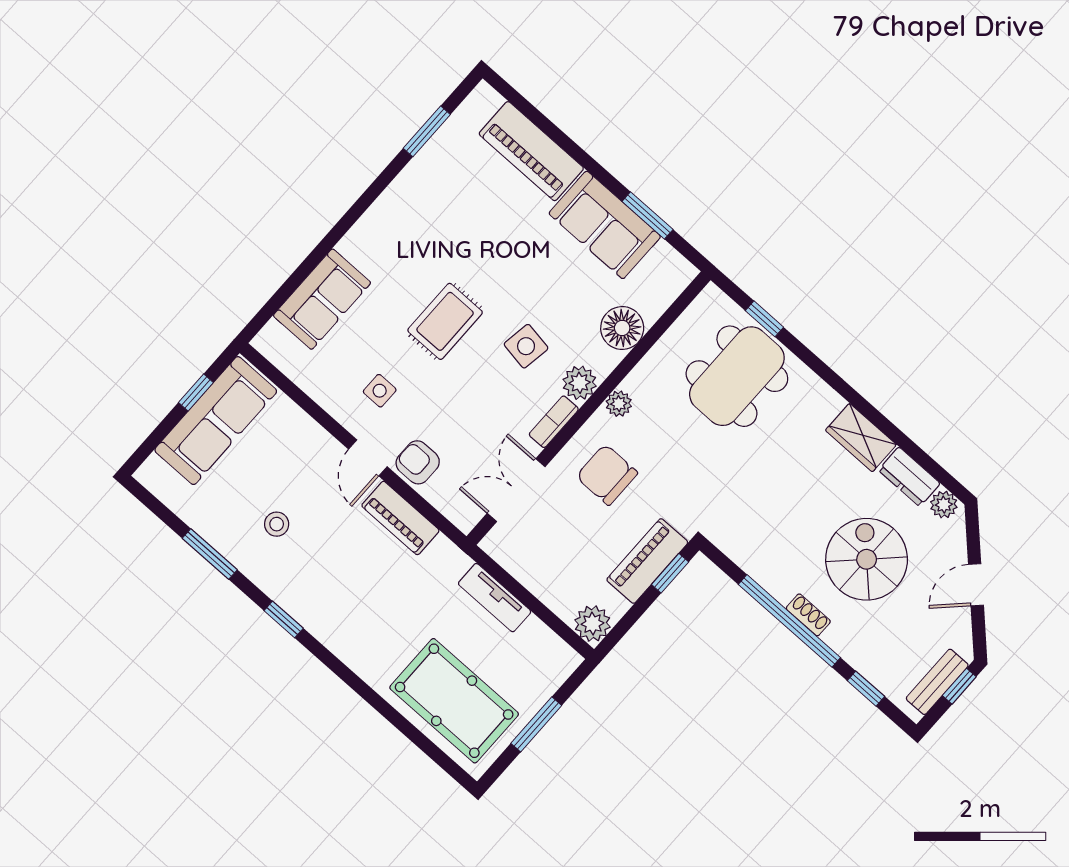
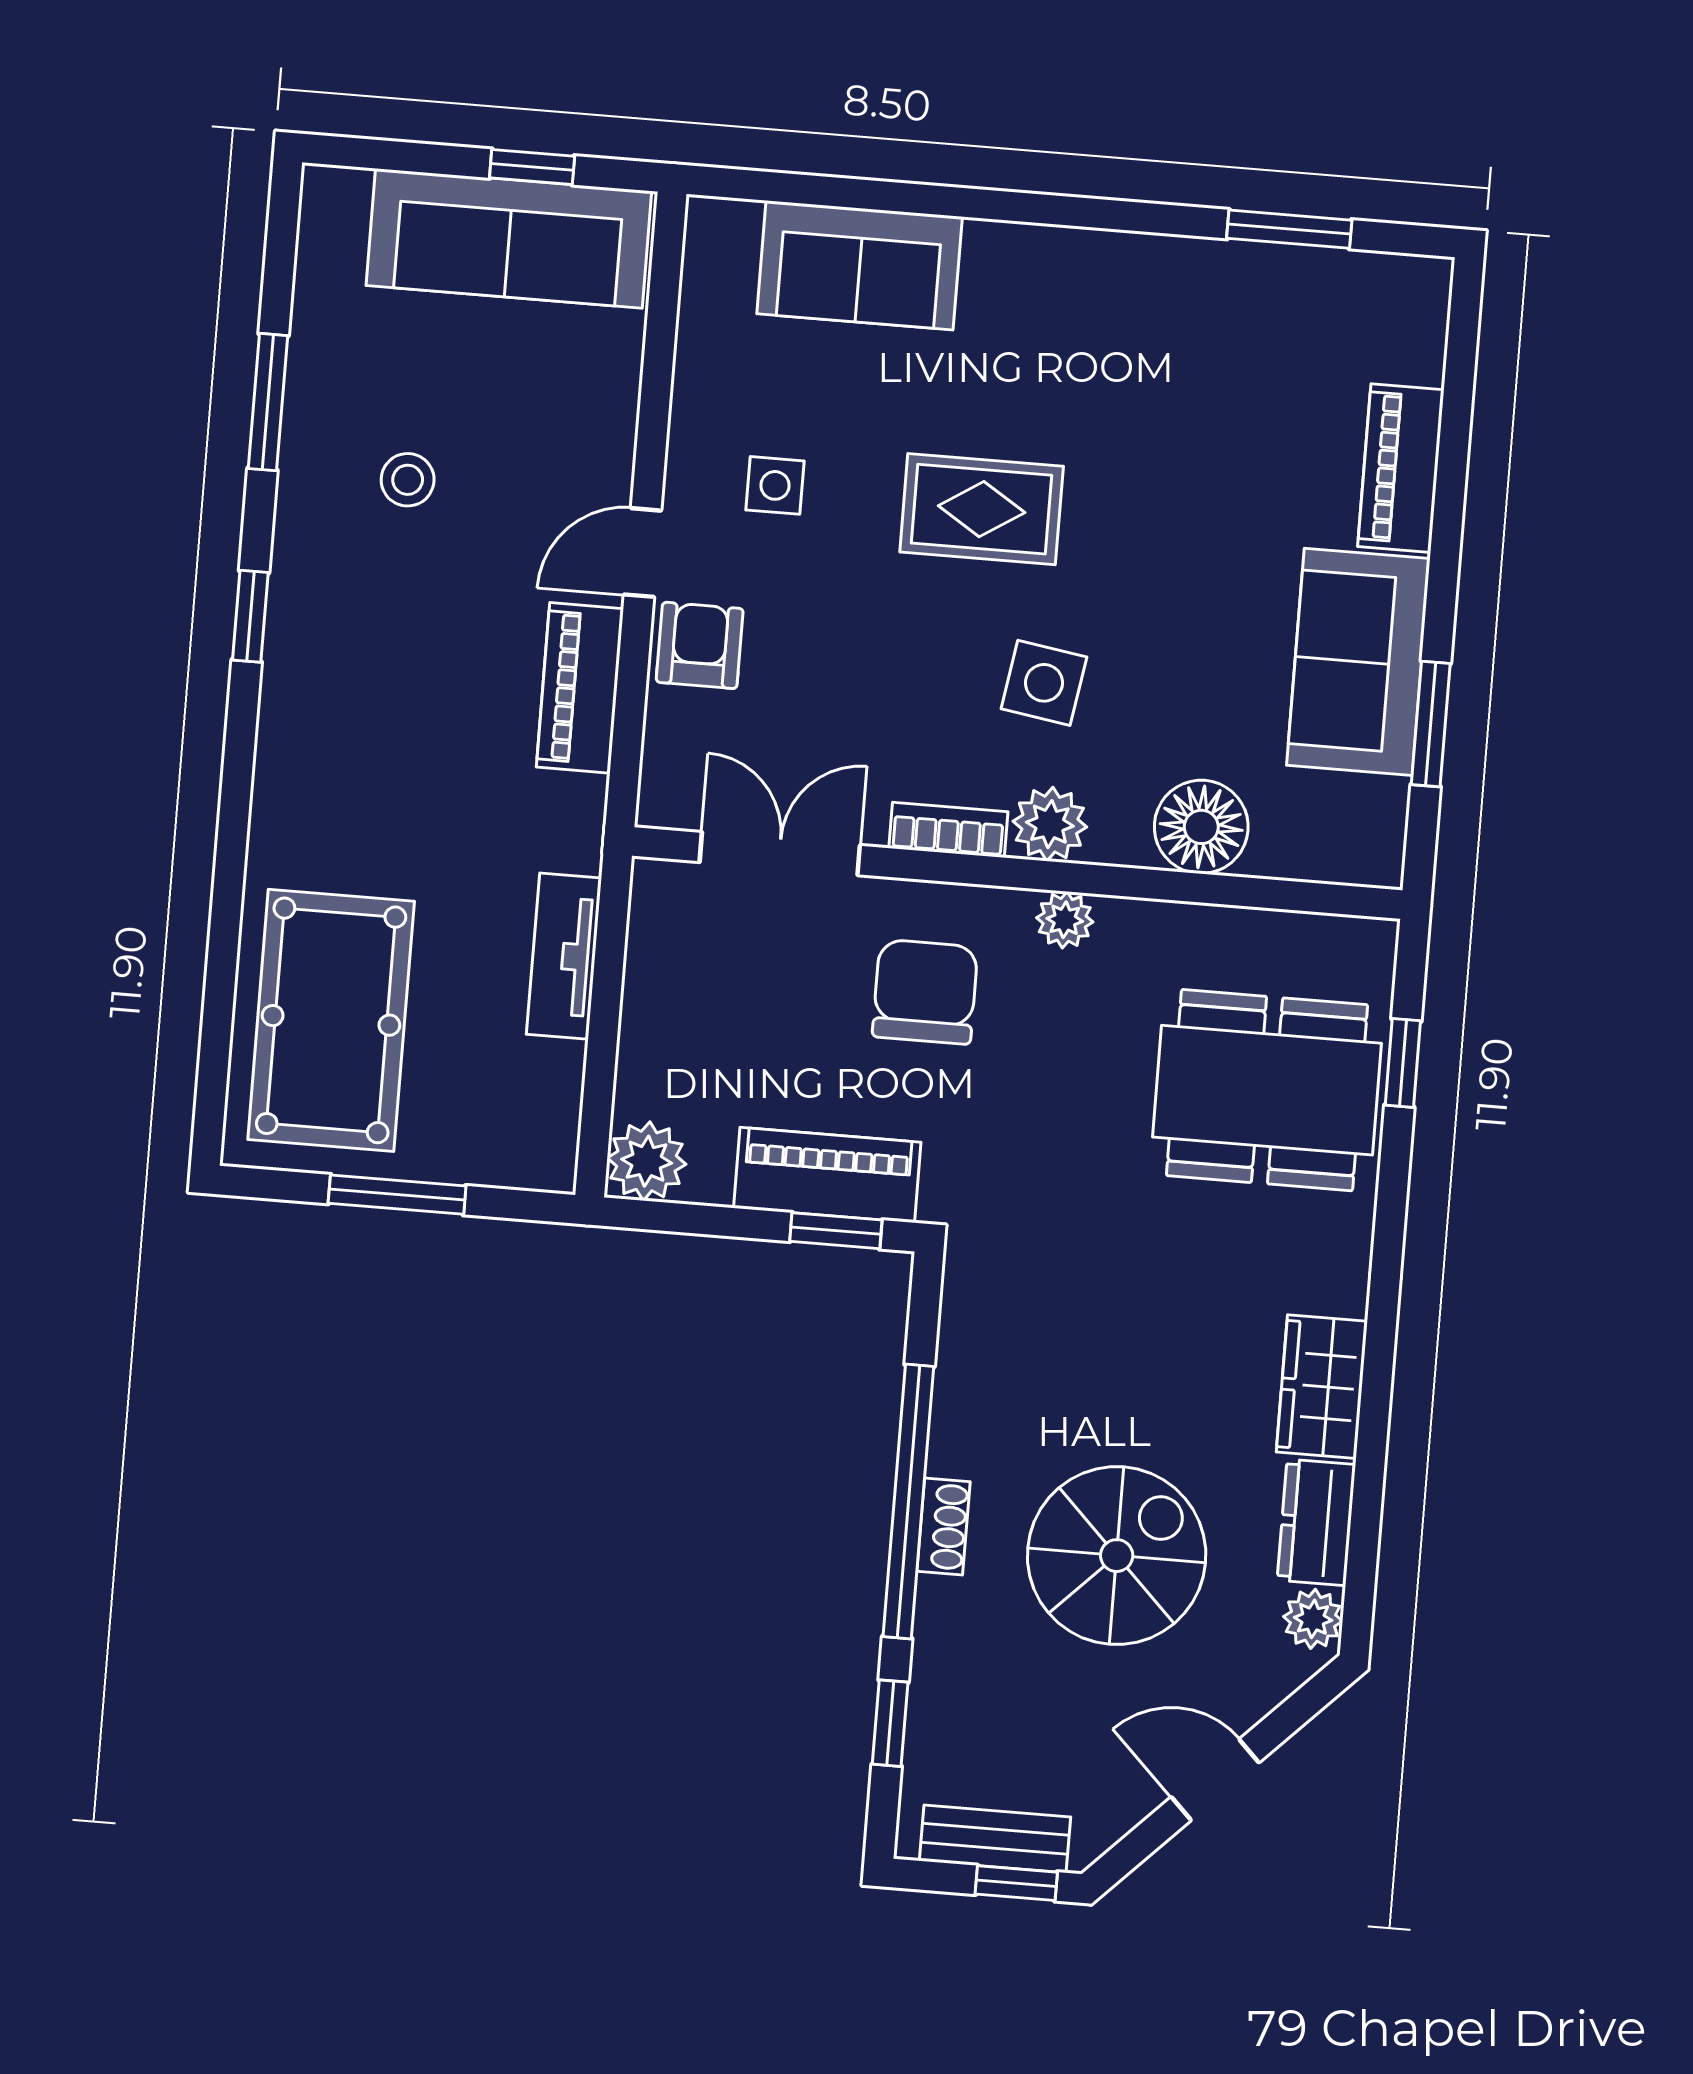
piano: (531, 151) -> (1401, 468), width x0.73, depth x0.75

